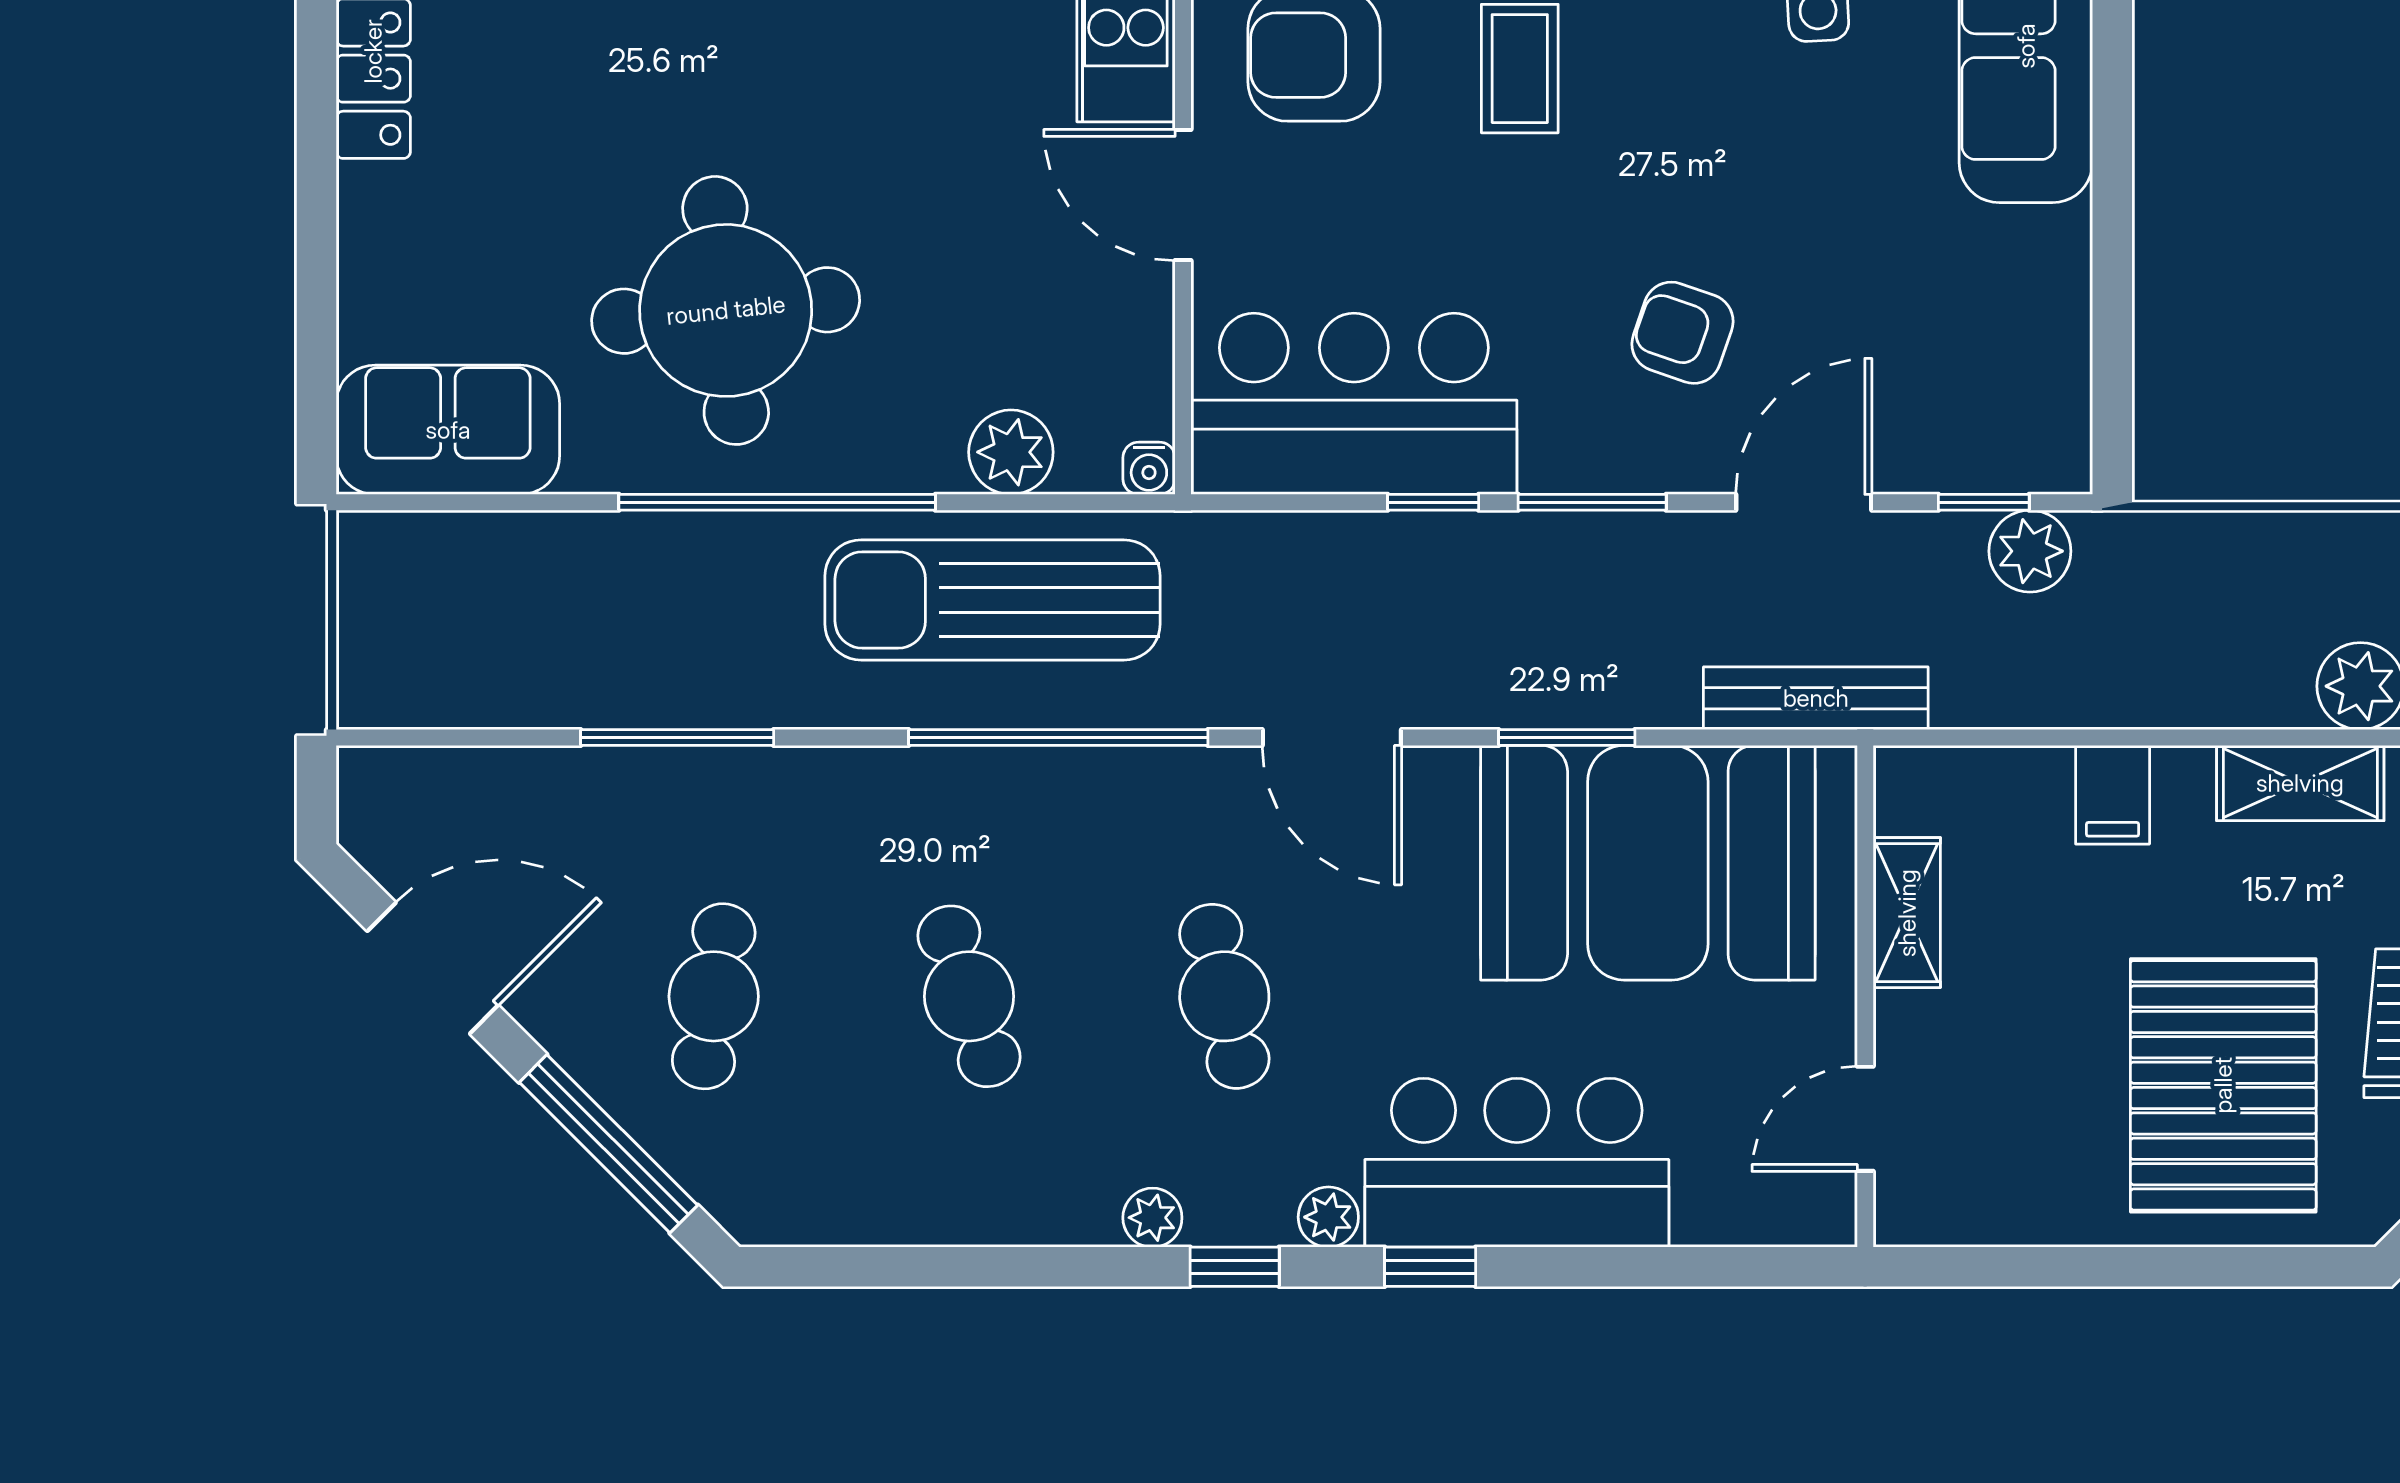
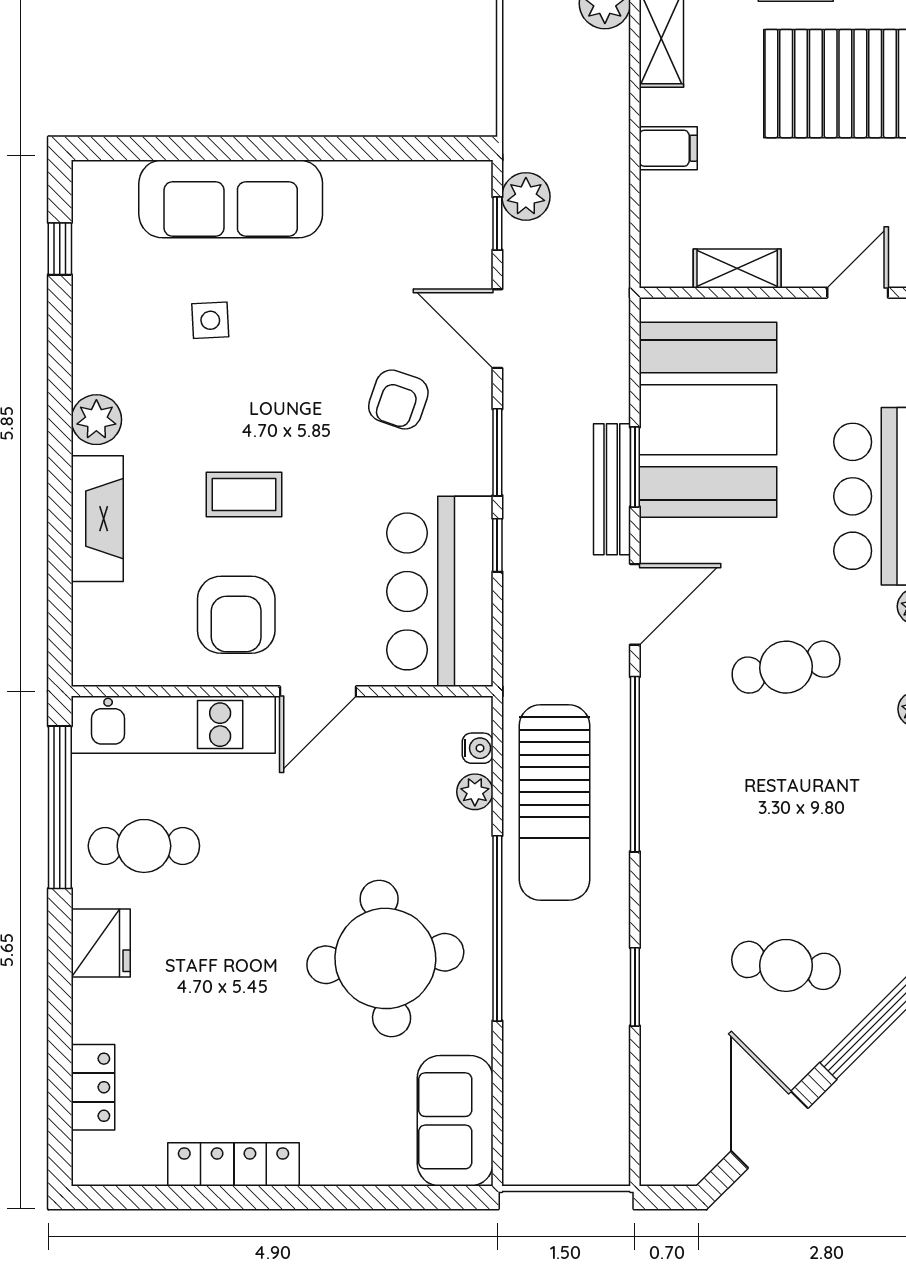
plant: (1011, 452) -> (475, 792), width x0.73, depth x0.73
water cooler: (1149, 468) -> (478, 748), moved
bench: (1816, 698) -> (612, 489), moved
window: (677, 738) -> (635, 987), width x0.69
cafe table: (969, 996) -> (786, 816), removed
door: (1865, 1119) -> (858, 293), swing flipped

